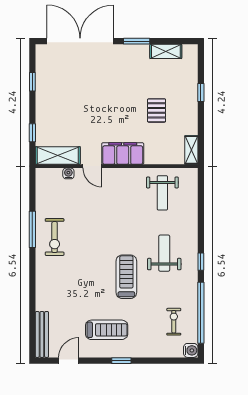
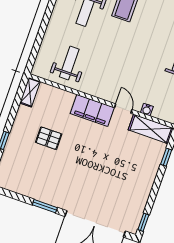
shelving: (166, 51) -> (22, 188), removed
window: (32, 82) -> (143, 222), moved
pallet: (157, 110) -> (49, 138), turned 90

